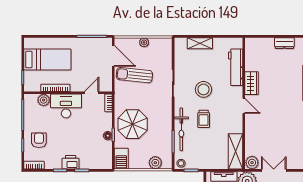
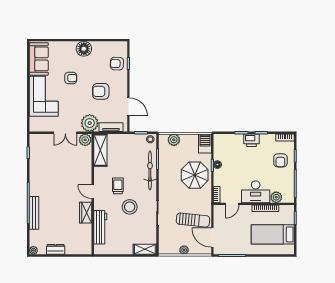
shelving: (200, 43) -> (145, 249), moved
trolley: (204, 119) -> (118, 186), moved

